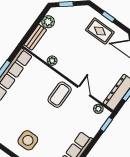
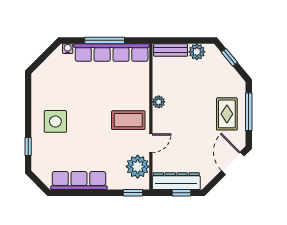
window: (108, 17) -> (249, 112), width x2.17
plant: (52, 61) -> (159, 102), moved
plant: (98, 109) -> (138, 167), width x1.87, depth x1.87

